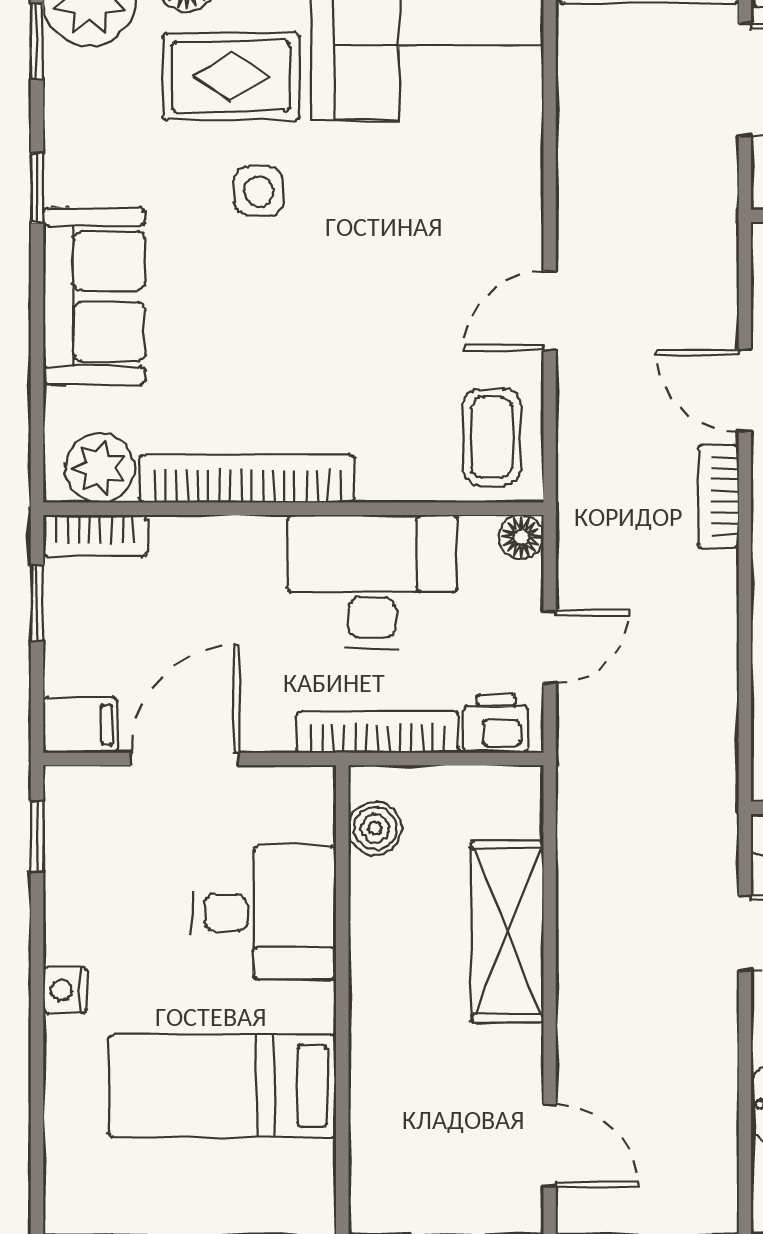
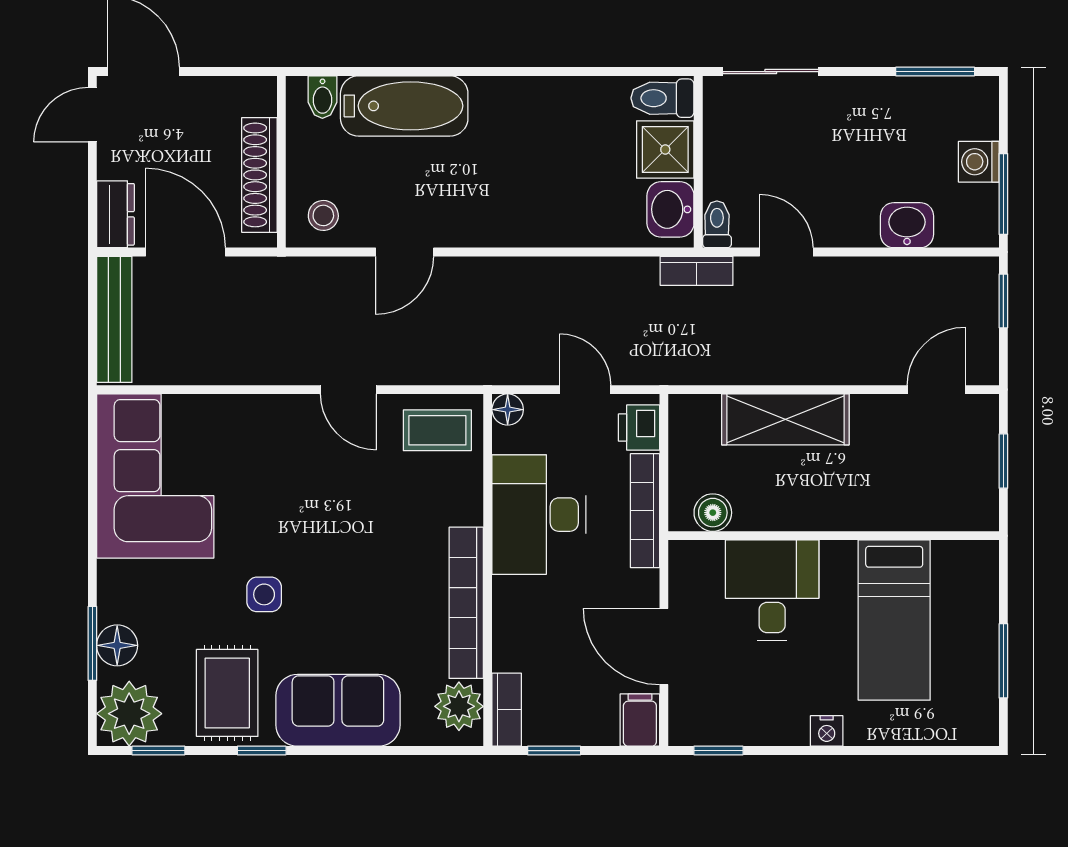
rug: (231, 77) -> (227, 693), moved
bookcase: (718, 496) -> (697, 271), moved

